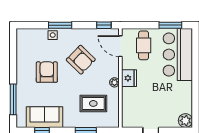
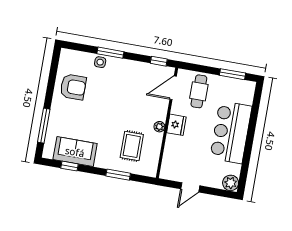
door: (120, 46) -> (173, 88), hinge flipped
bar counter: (178, 55) -> (231, 132), moved
armchair: (81, 60) -> (126, 95), removed
armchair: (47, 72) -> (73, 87), moved, turned 90
rug: (93, 103) -> (132, 146), turned 90

